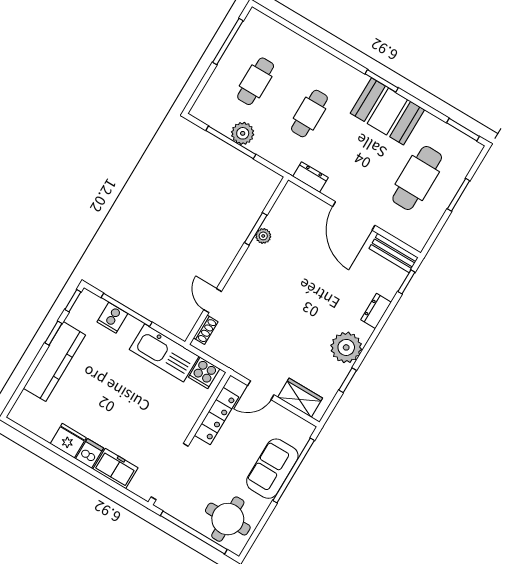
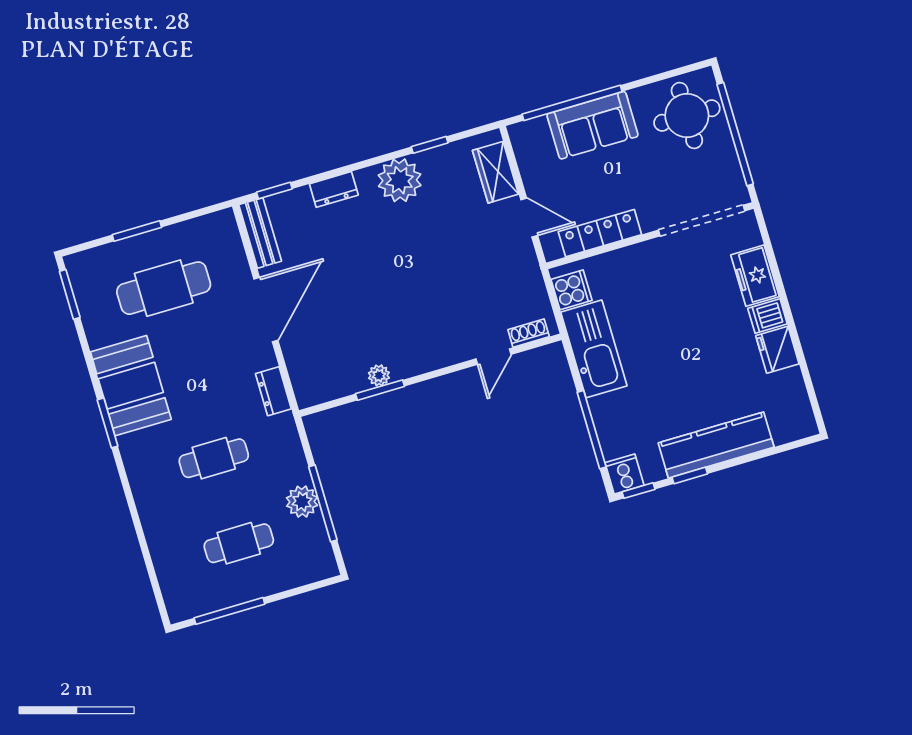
cooker: (112, 318) -> (625, 474), moved, turned -90

